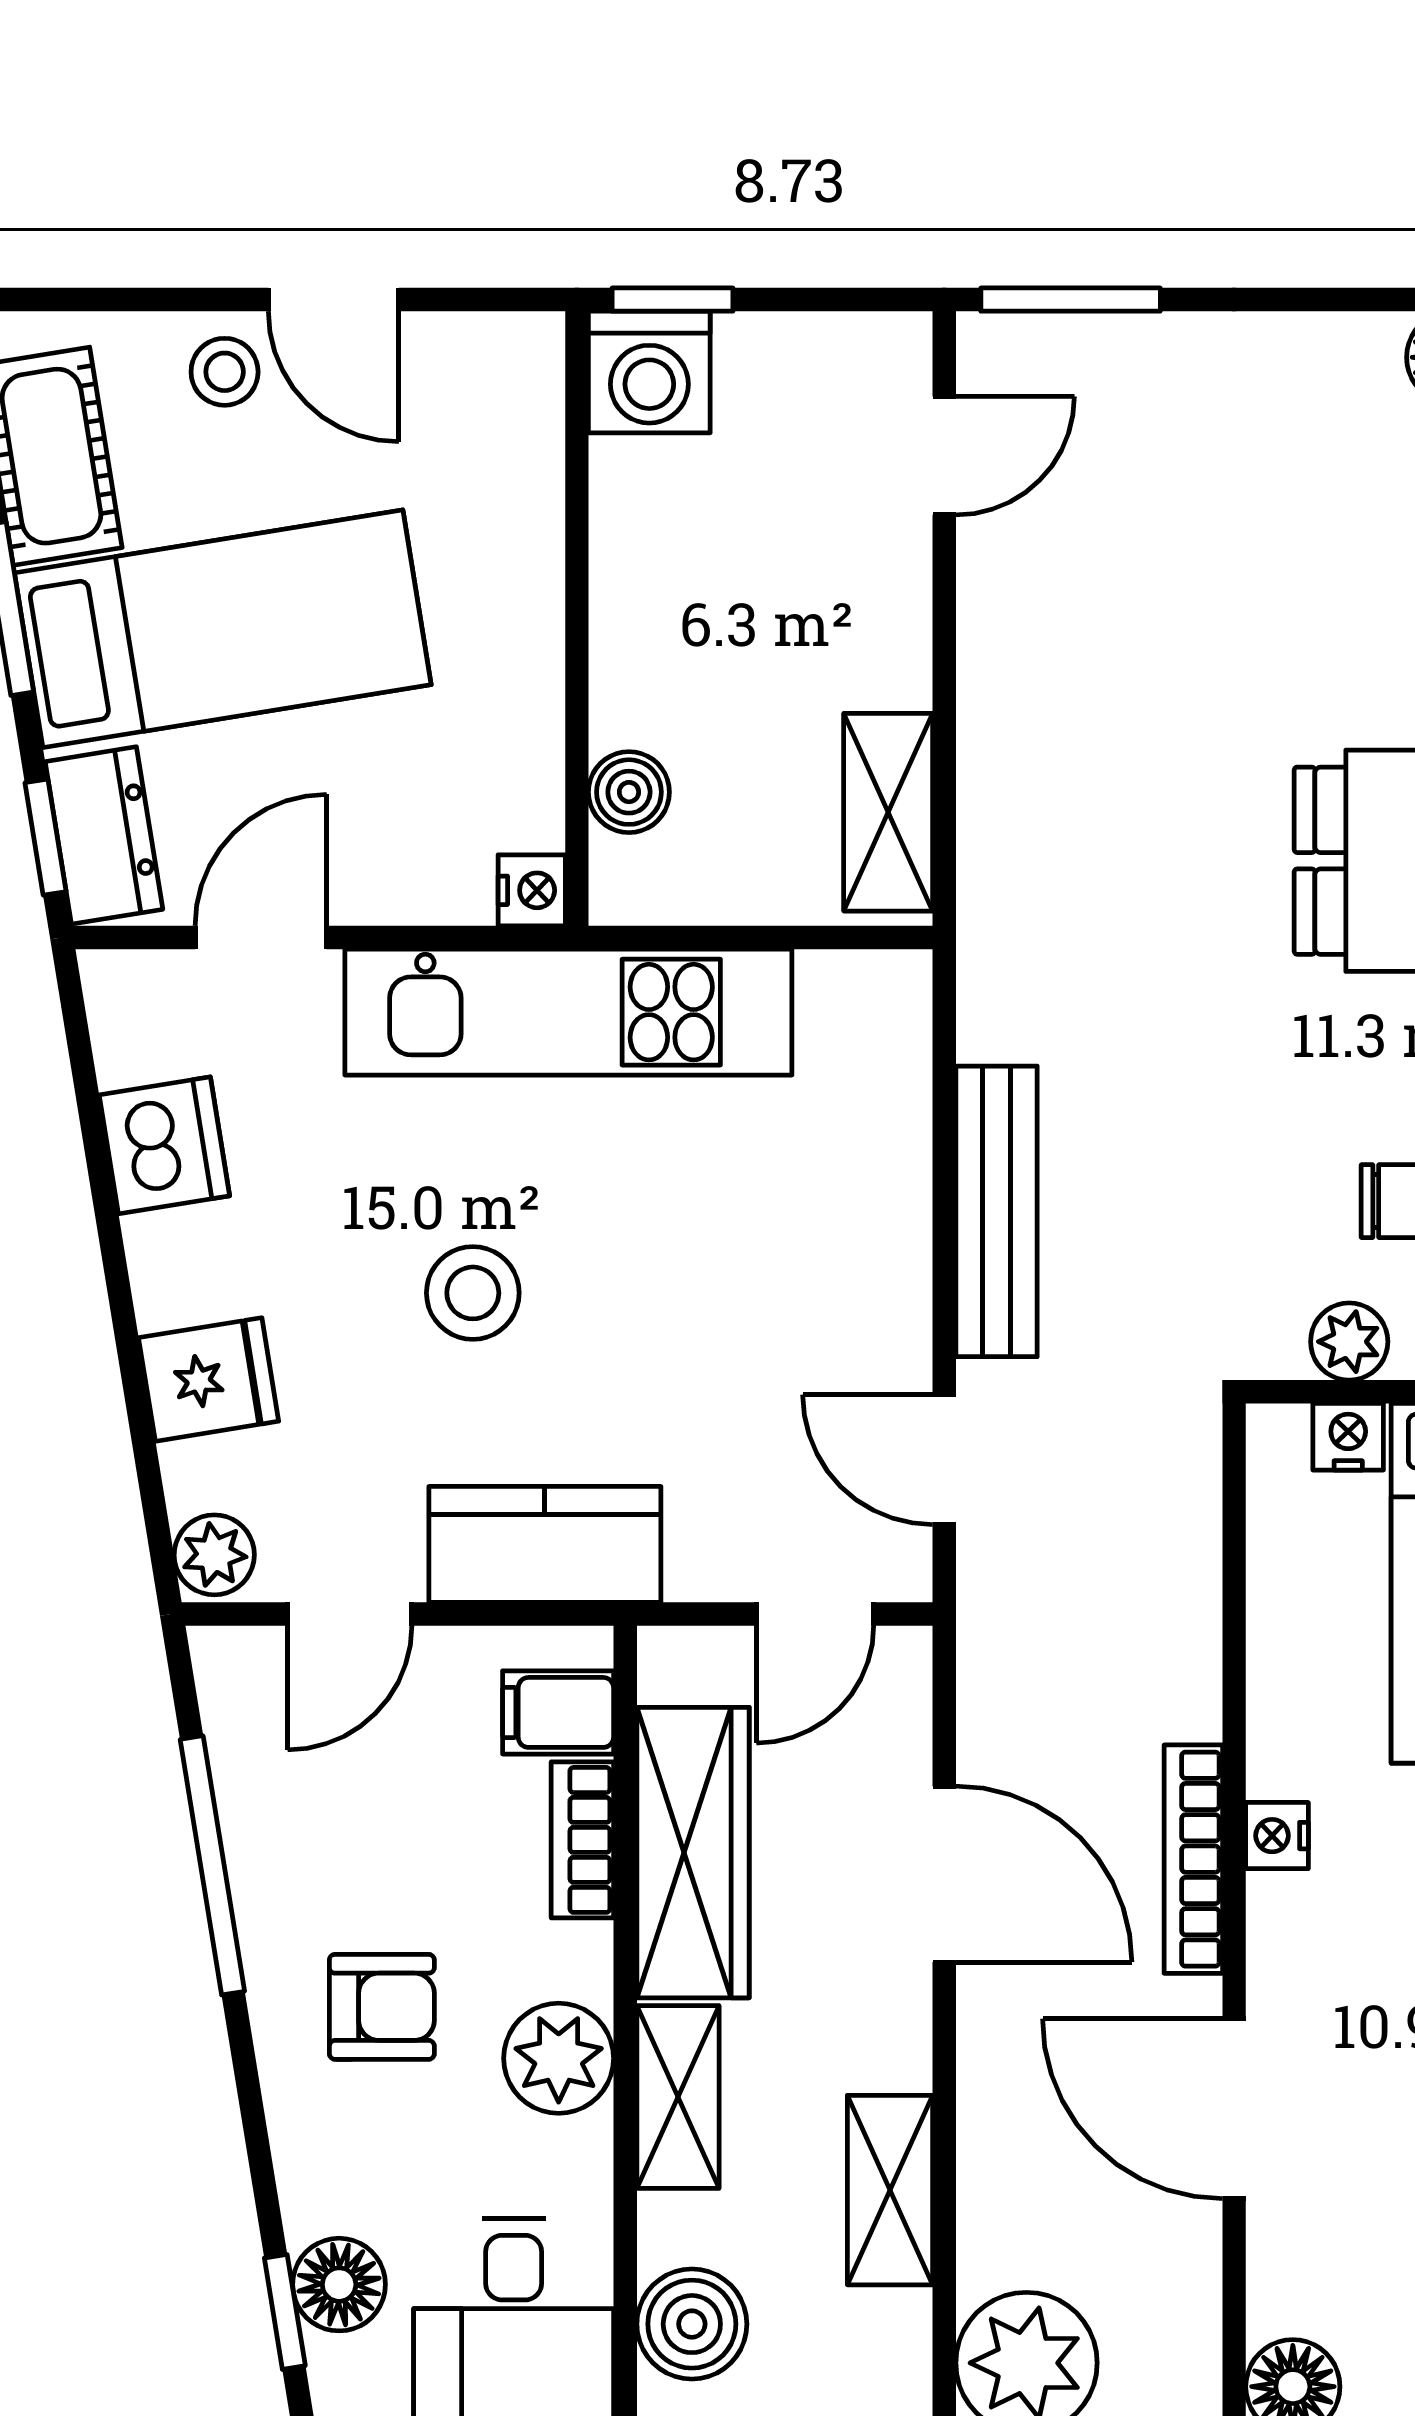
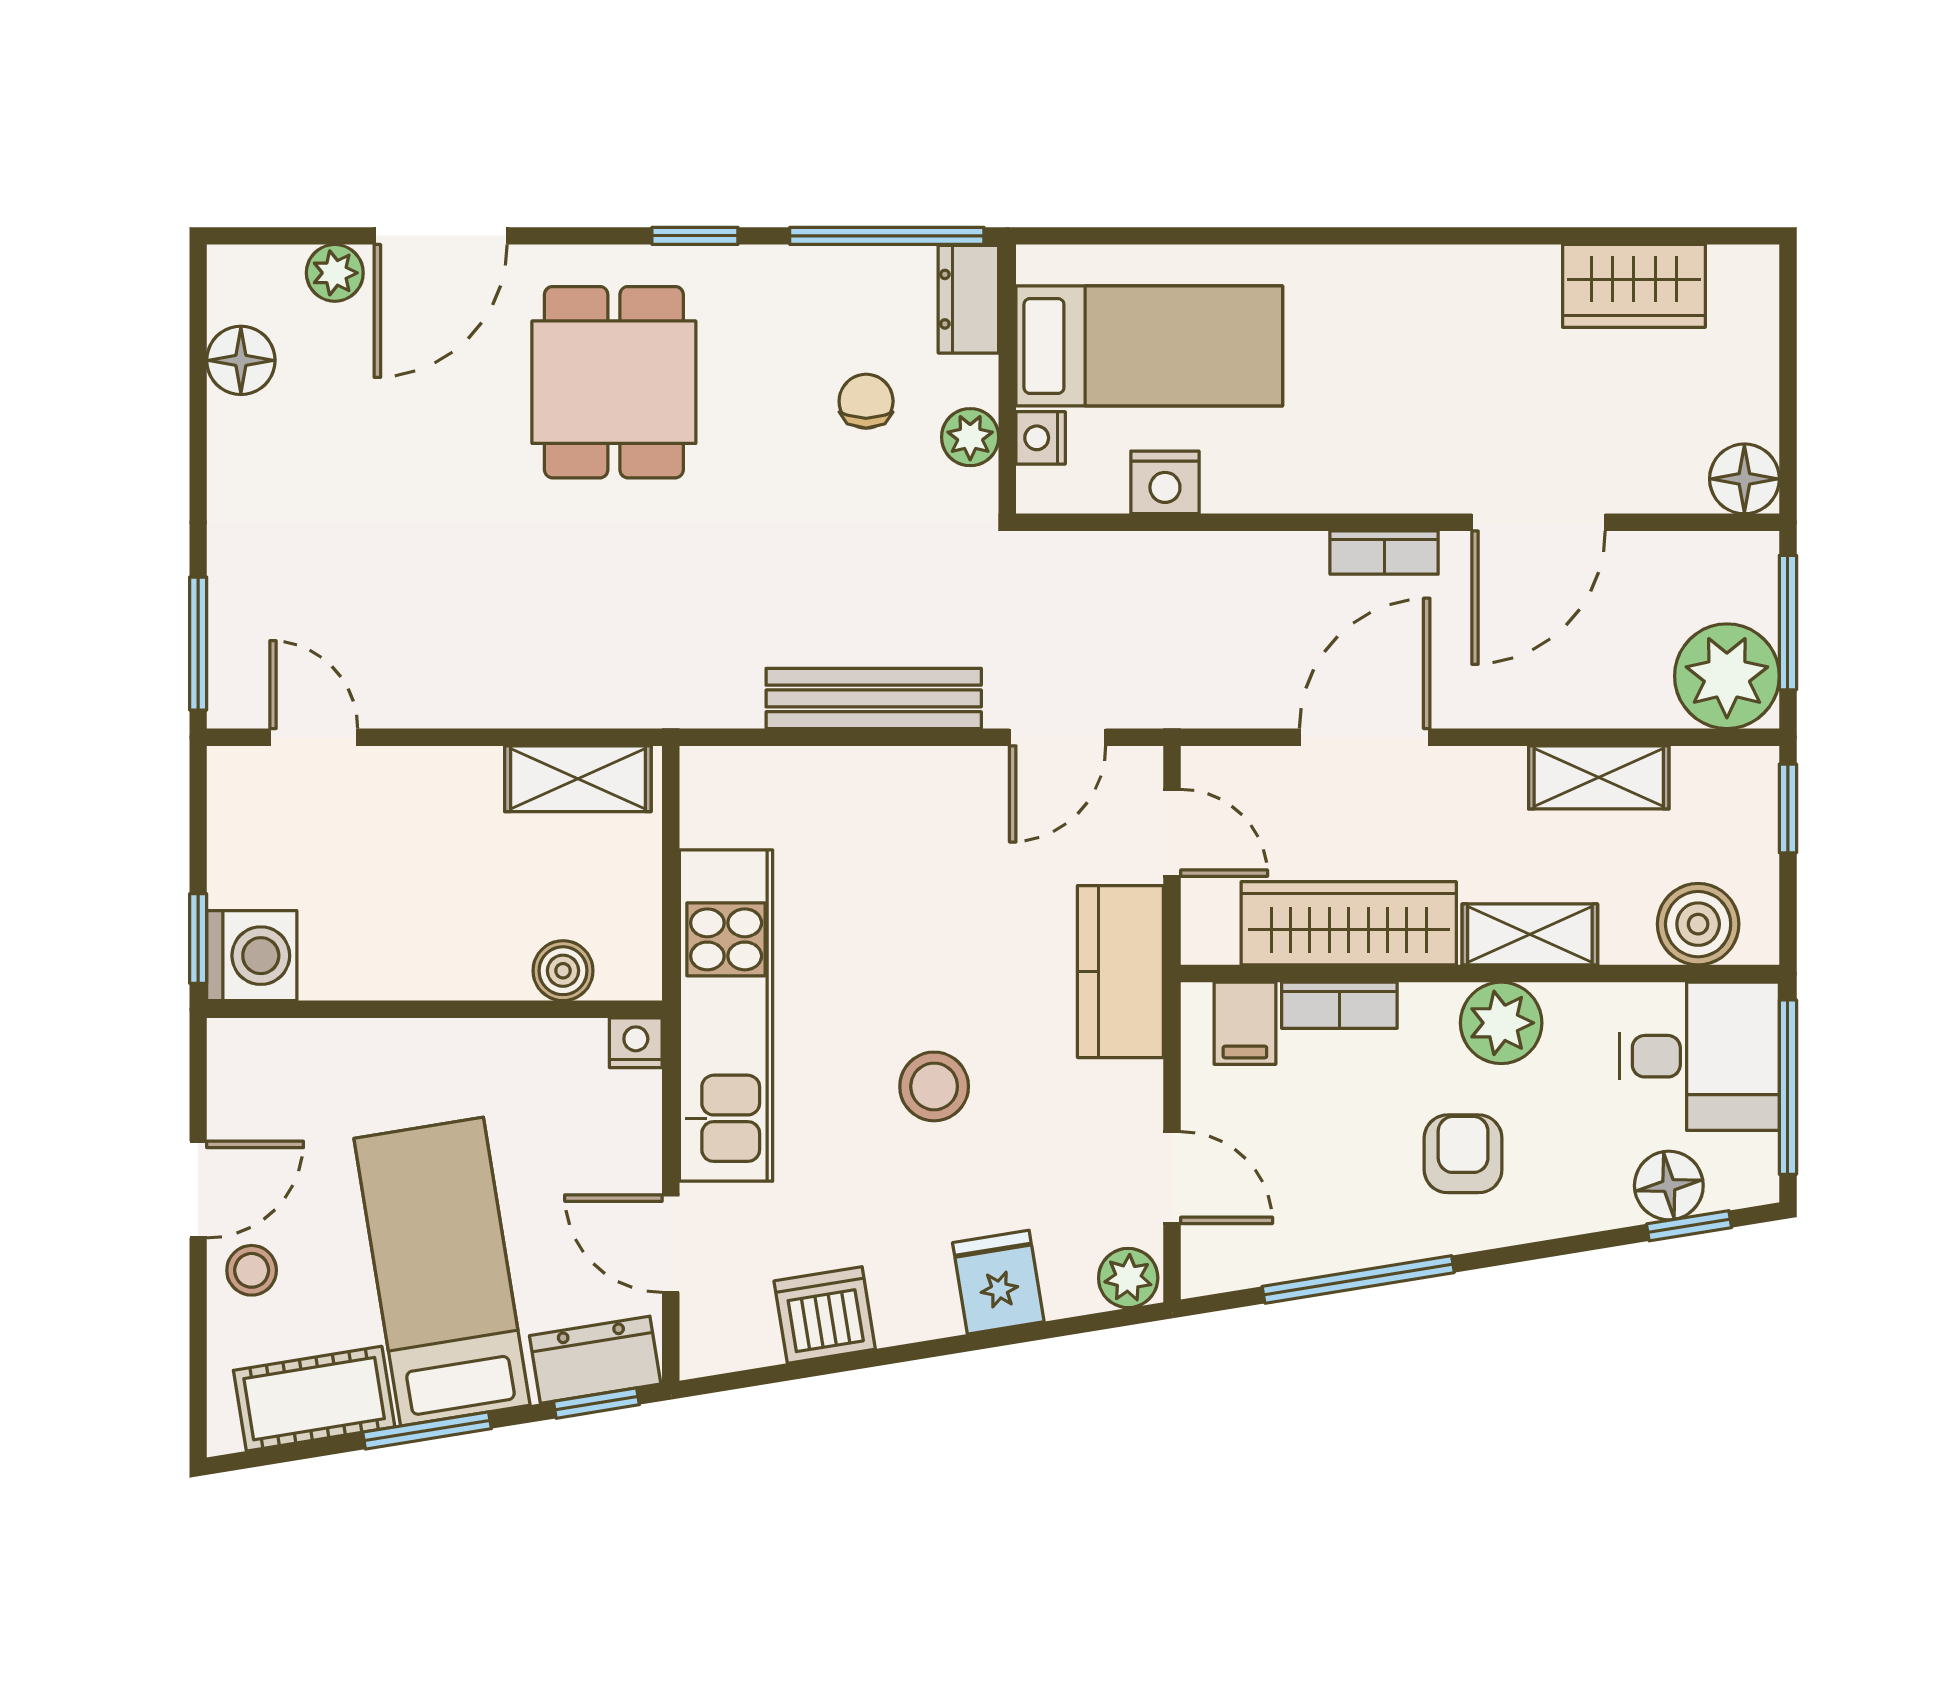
kitchen counter: (545, 1544) -> (1120, 972), moved
nightstand: (1277, 1836) -> (1165, 482), moved, width x1.39, depth x1.35
bookcase: (1193, 1859) -> (1384, 553), width x0.64

